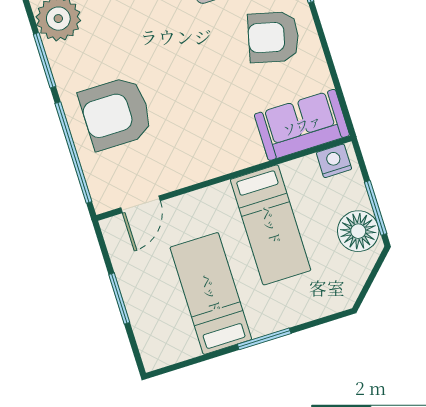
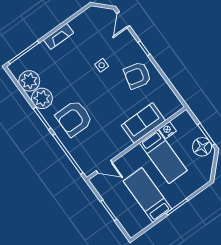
armchair: (116, 113) -> (74, 118), moved
sofa: (302, 125) -> (143, 123), moved
nightstand: (334, 161) -> (168, 130), moved
door: (140, 204) -> (104, 167), hinge flipped

